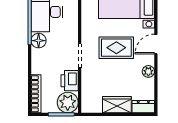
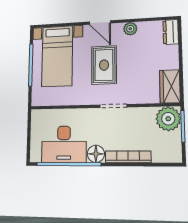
printer: (70, 81) -> (142, 117), removed
bookcase: (36, 94) -> (128, 157), moved
wardrobe: (117, 105) -> (170, 86), moved

